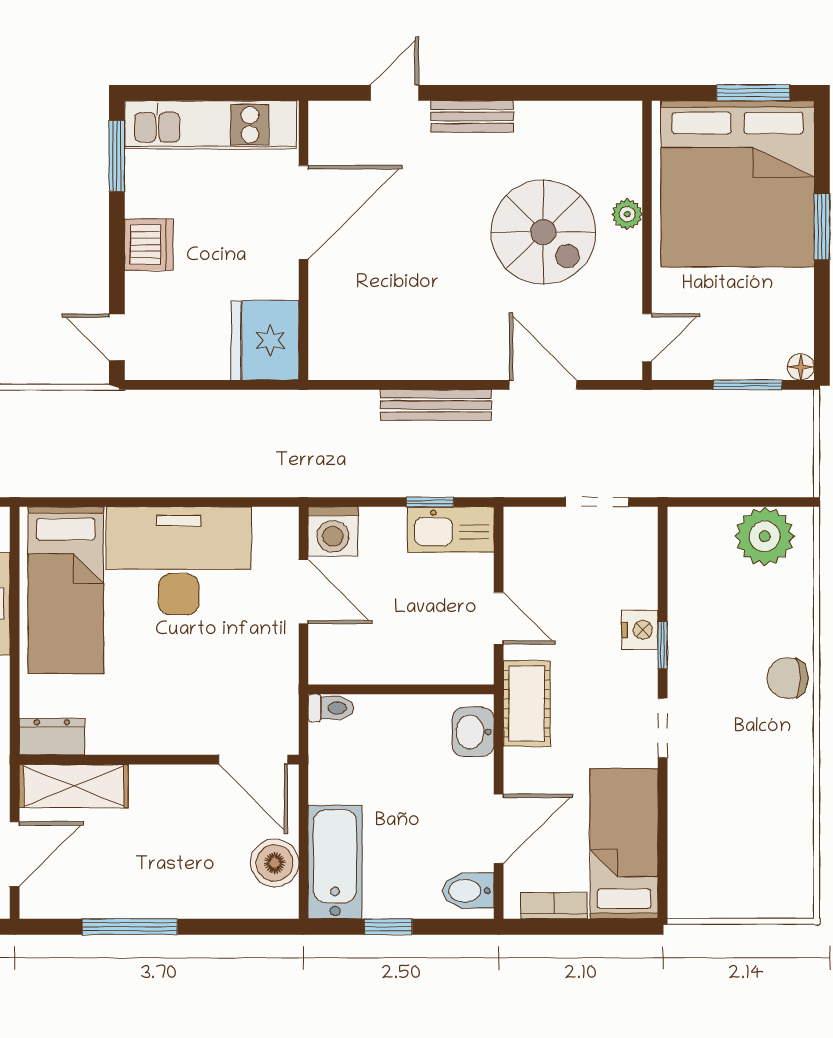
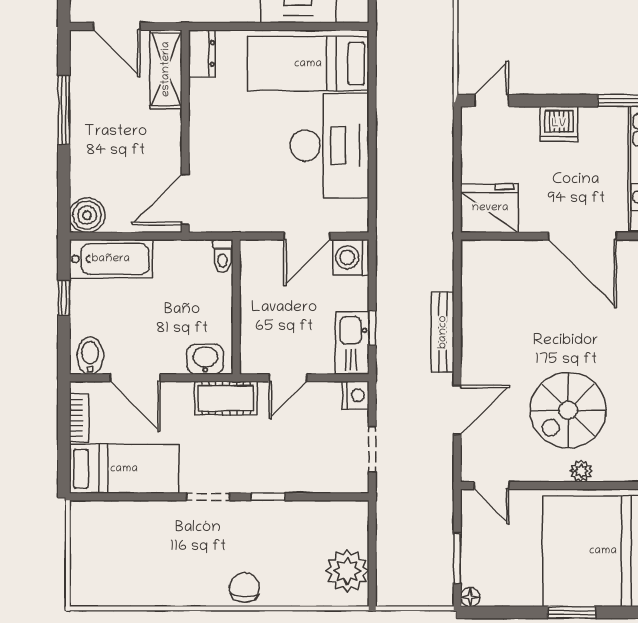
nightstand: (640, 630) -> (356, 395), moved, turned -90
boiler: (275, 863) -> (87, 215), moved

